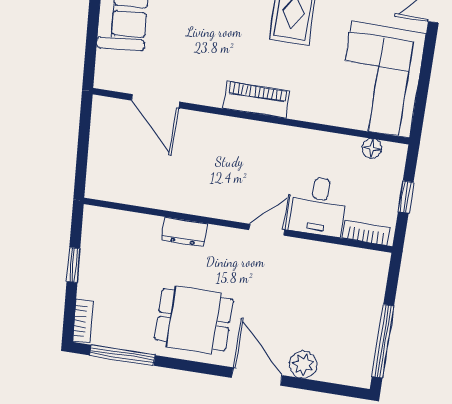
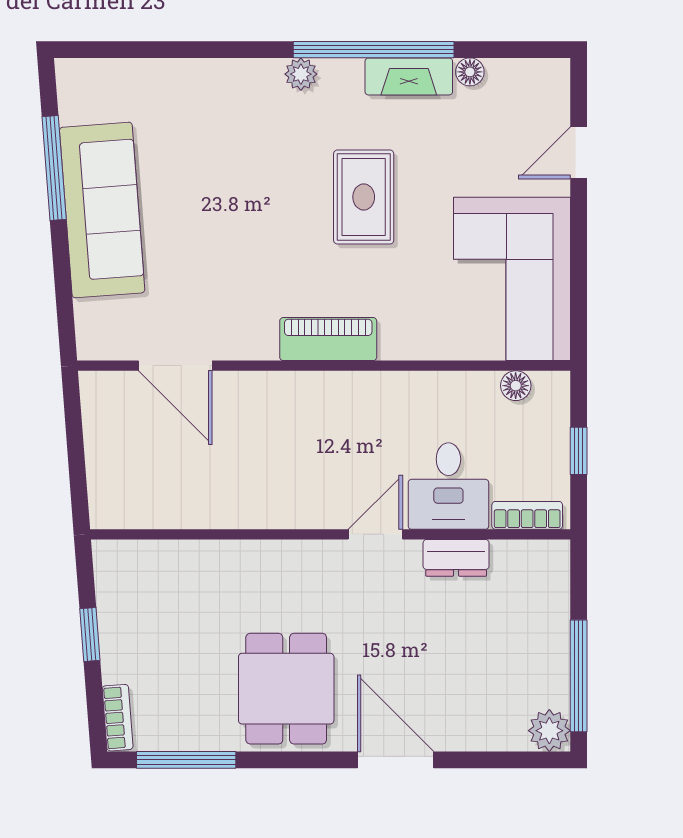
dresser: (184, 232) -> (456, 558), moved
dining table: (194, 320) -> (286, 689), turned 90
plant: (303, 365) -> (549, 731), moved

